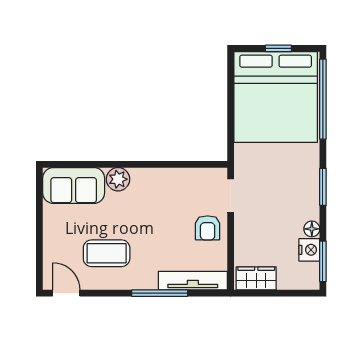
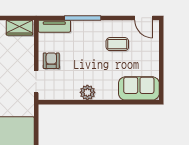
plant: (118, 179) -> (87, 92), moved
coffee table: (107, 253) -> (117, 44), width x0.73, depth x0.77
tv unit: (193, 281) -> (54, 26), width x0.71

